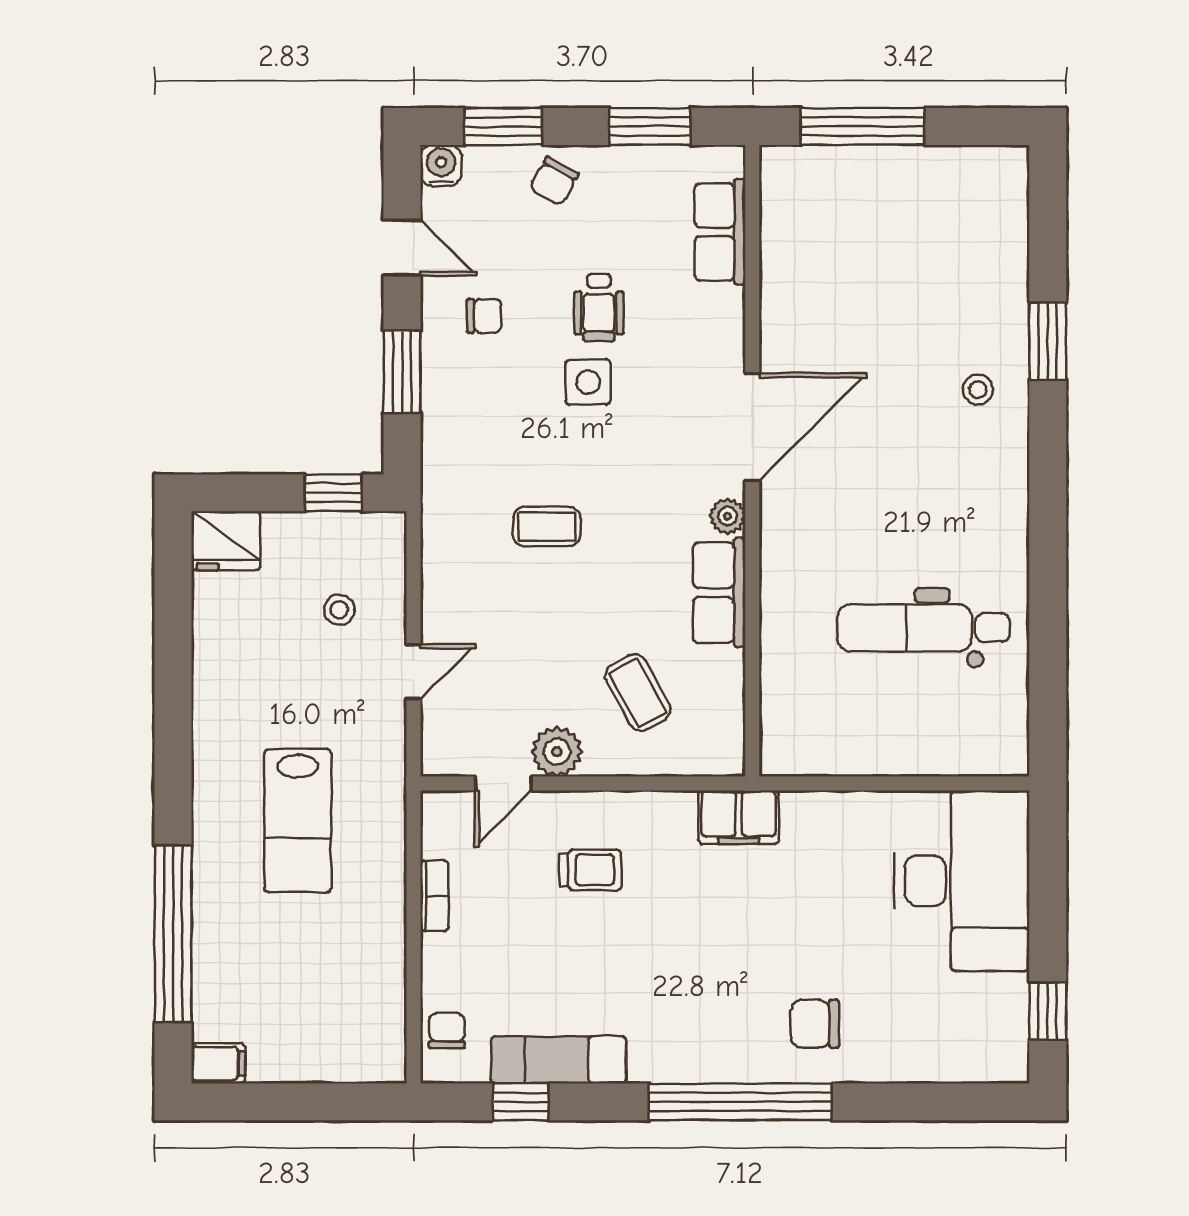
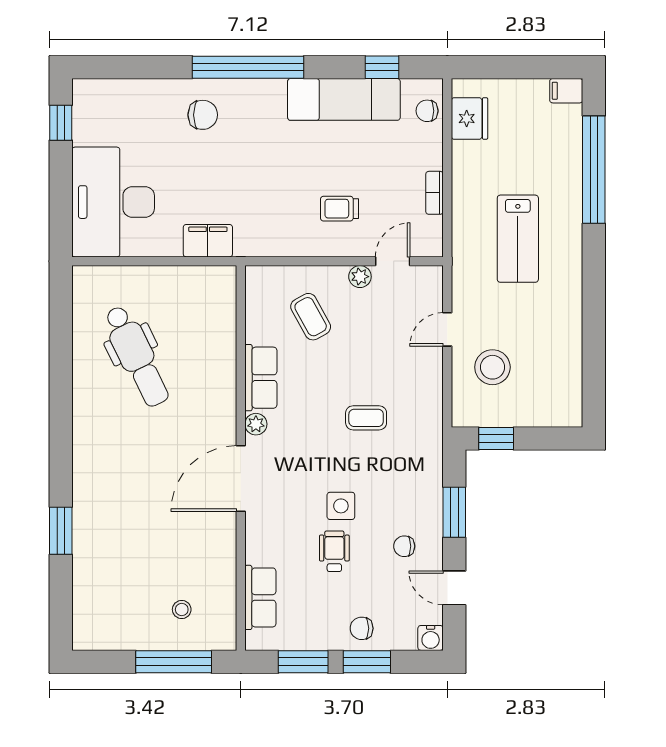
window: (503, 126) -> (367, 662), moved
chair: (554, 181) -> (362, 628), turned -119
stool: (978, 390) -> (182, 609), moved
fridge: (226, 541) -> (470, 118), moved, turned 90
stool: (339, 610) -> (492, 367), width x1.89, depth x1.89
dental chair: (924, 628) -> (136, 356), turned 64
plant: (557, 752) -> (360, 277), width x0.73, depth x0.73
filing cabinet: (739, 817) -> (208, 241), moved
lab bench: (298, 821) -> (518, 239), turned 180
chair: (447, 1030) -> (427, 111), turned 90
exam couch: (559, 1060) -> (344, 99), width x1.36, depth x1.45

